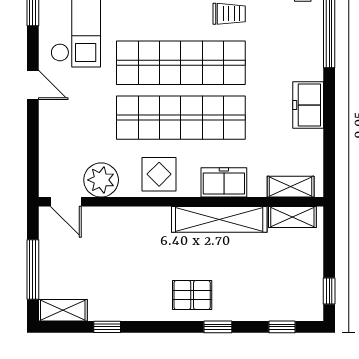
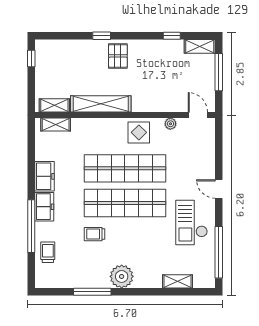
plant: (101, 180) -> (170, 124), width x0.53, depth x0.53
freezer: (224, 182) -> (44, 207), moved, turned -90
pallet: (192, 295) -> (118, 56), turned 90
window: (282, 327) -> (61, 36), removed

